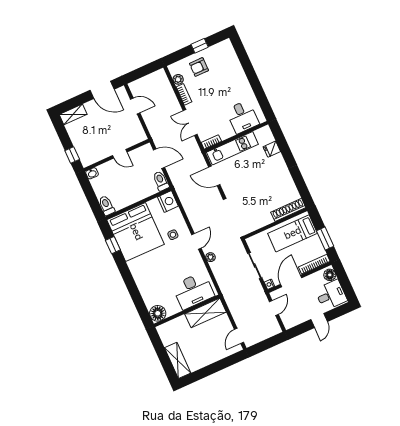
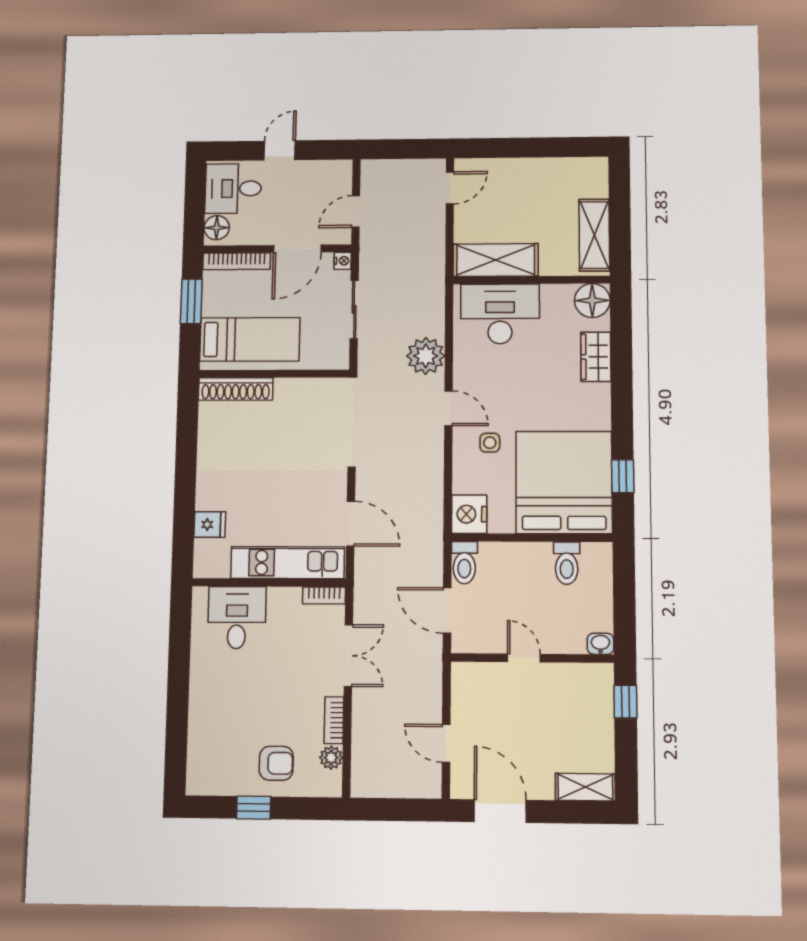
toilet: (107, 205) -> (567, 563), moved
door: (196, 241) -> (448, 408), swing flipped
plant: (211, 257) -> (426, 356), width x1.88, depth x1.88
wardrobe: (146, 290) -> (596, 357), added
shelving: (178, 360) -> (594, 235), moved

